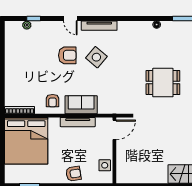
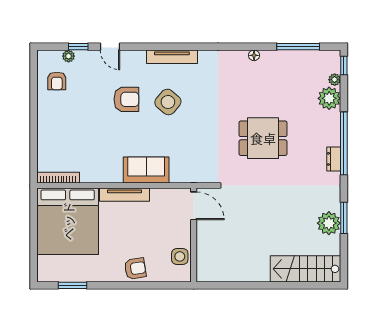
door: (70, 18) -> (110, 47), moved
armchair: (53, 101) -> (57, 81), moved
tv unit: (78, 122) -> (124, 195), moved
door: (114, 130) -> (194, 206), hinge flipped

